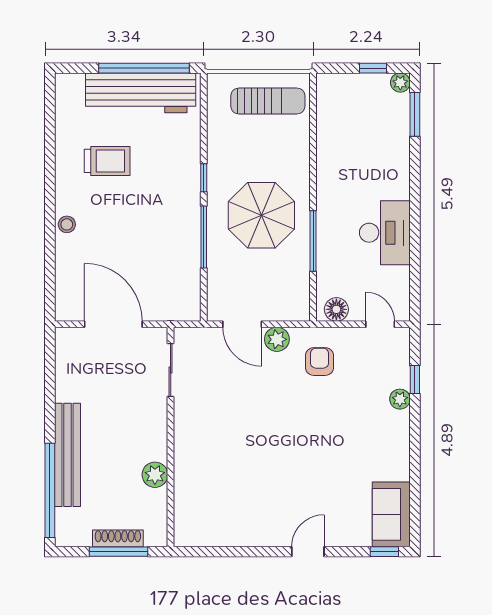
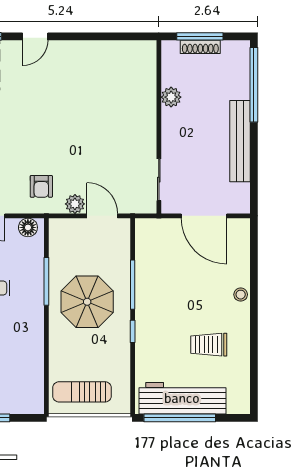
bench: (67, 455) -> (240, 141), moved
door: (308, 552) -> (35, 36), moved

